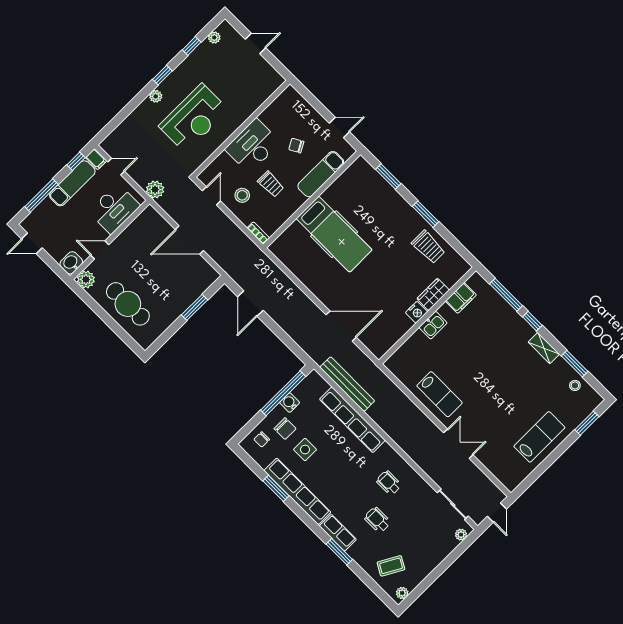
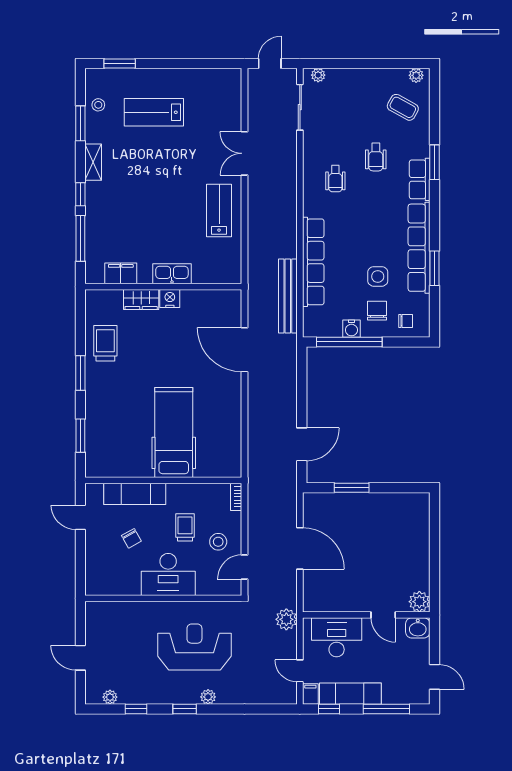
cafe table: (128, 304) -> (405, 546), removed
kitchen sink: (433, 325) -> (172, 274), width x1.38
lab bench: (539, 437) -> (154, 112), moved

